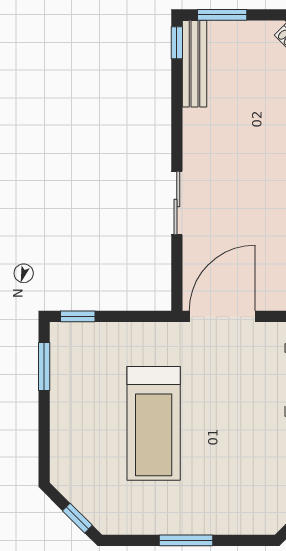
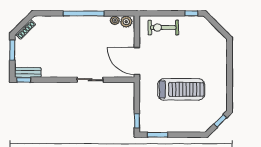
window: (222, 15) -> (12, 50), moved
bench: (195, 64) -> (28, 72), width x0.73
window: (186, 540) -> (230, 76), removed

